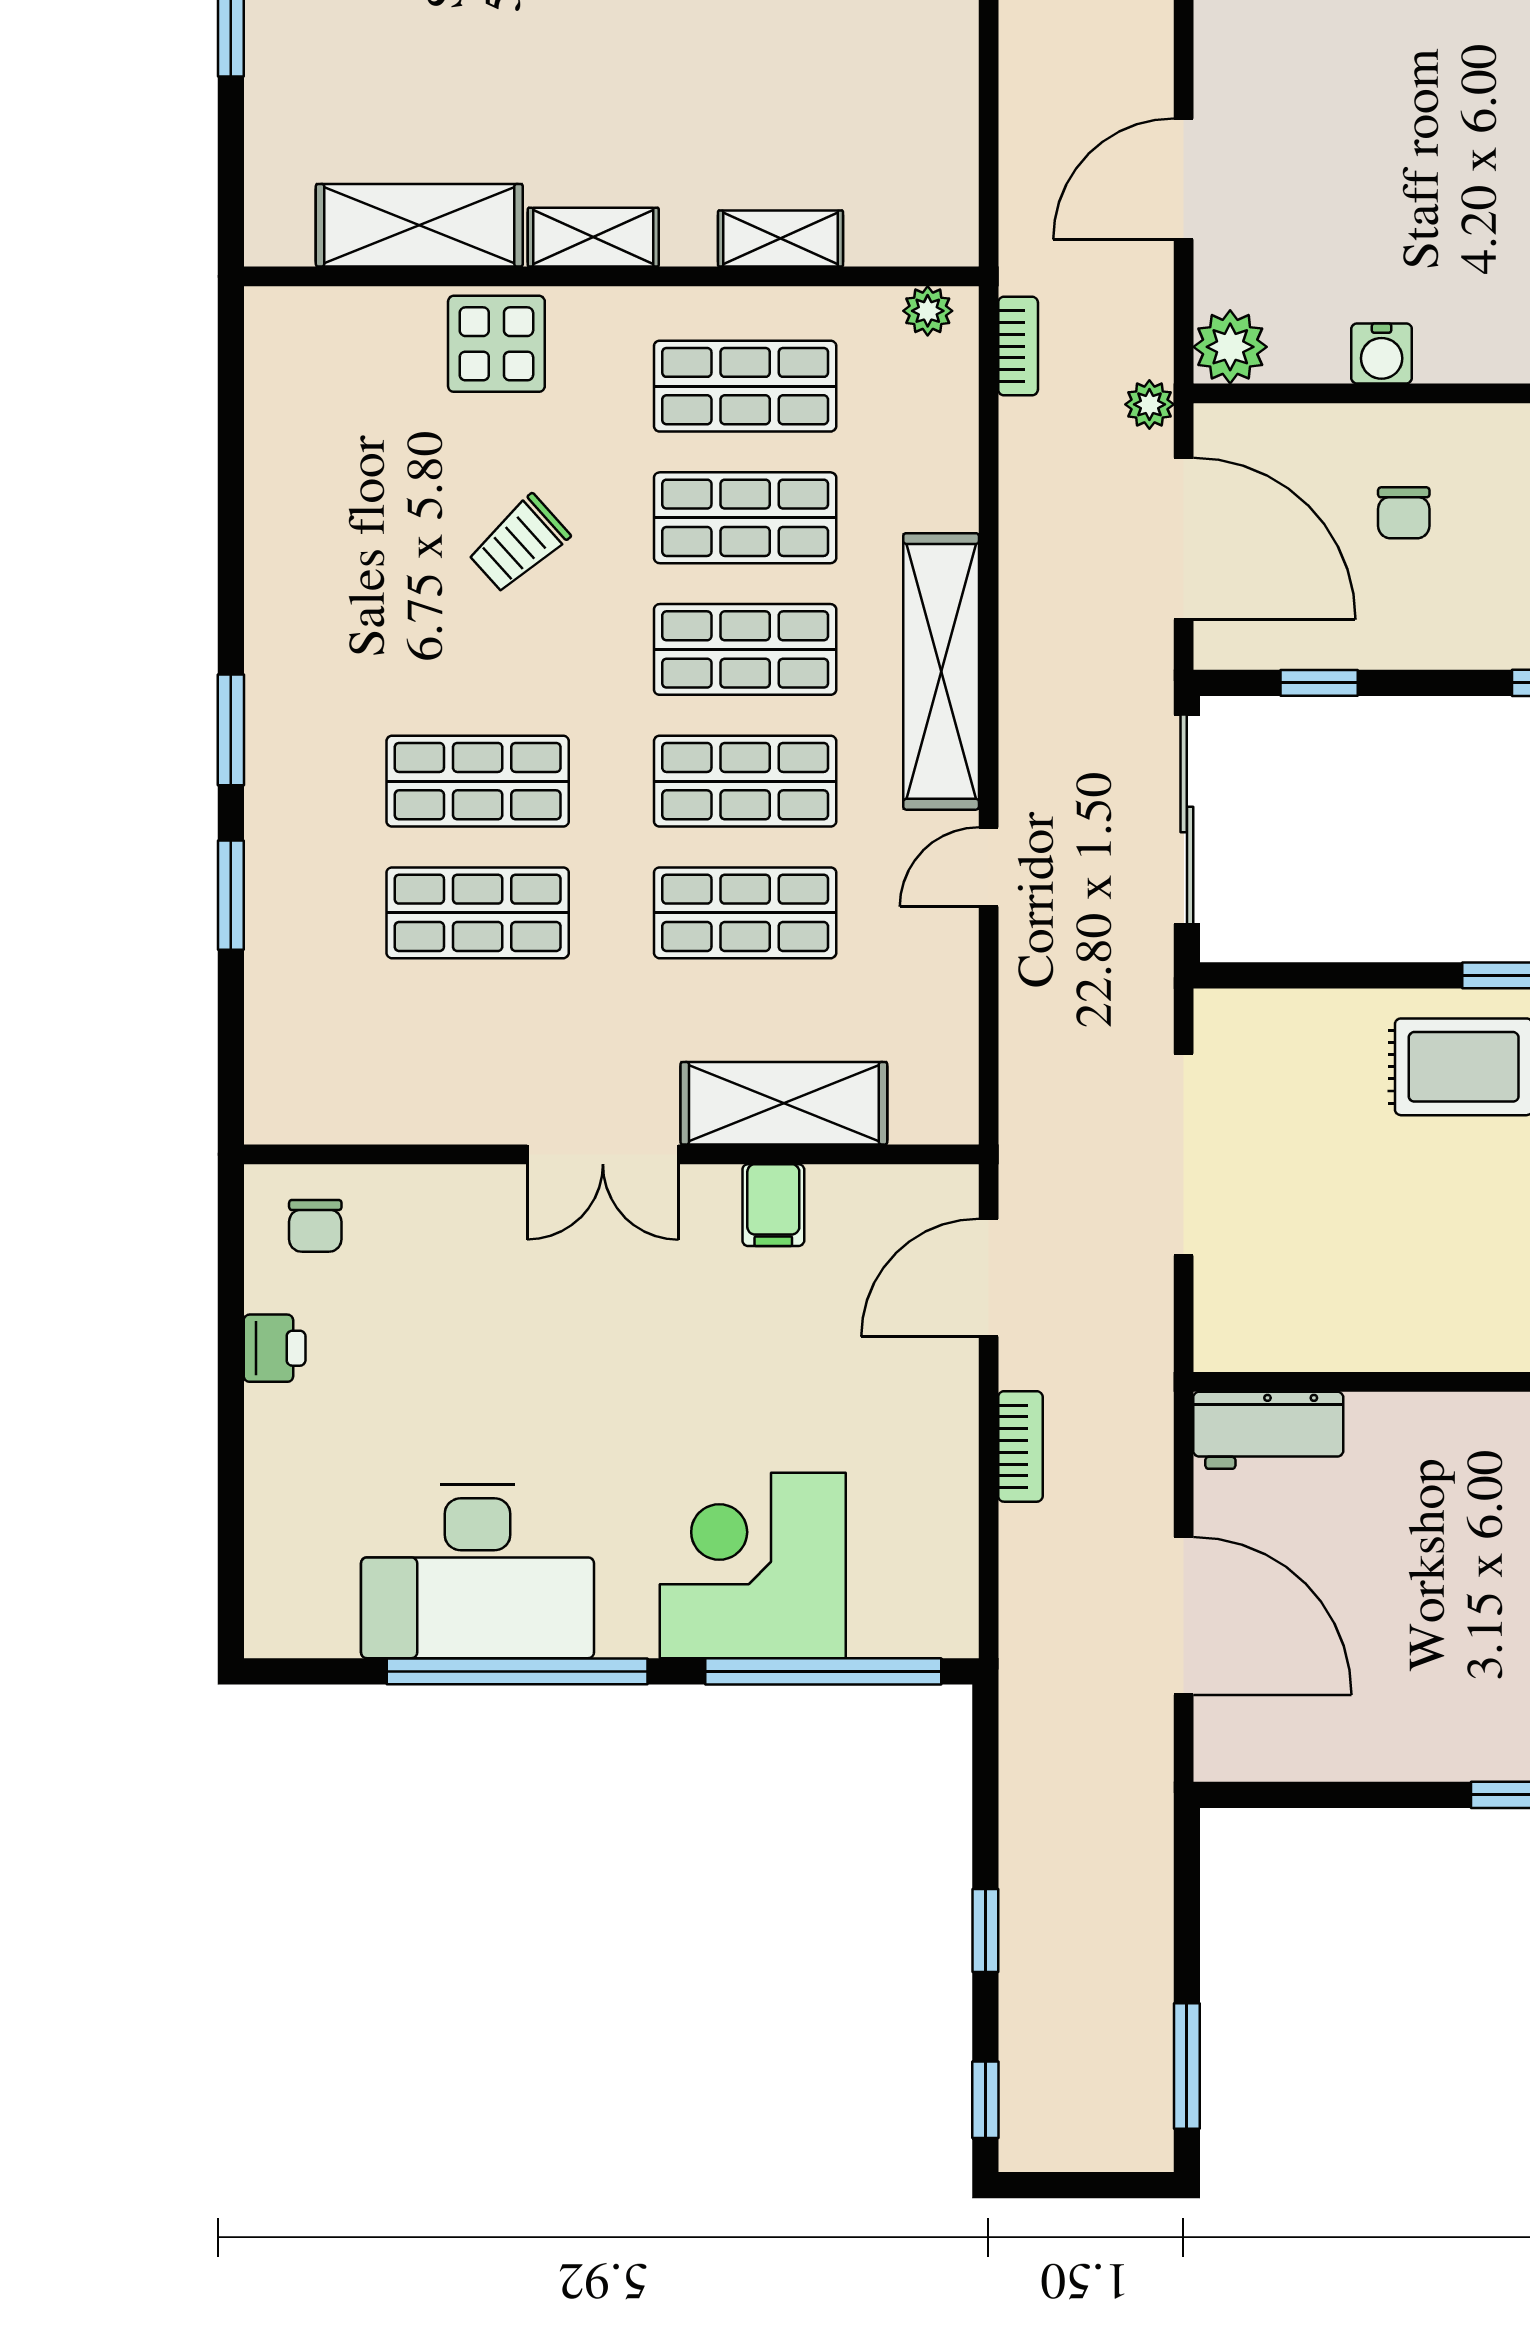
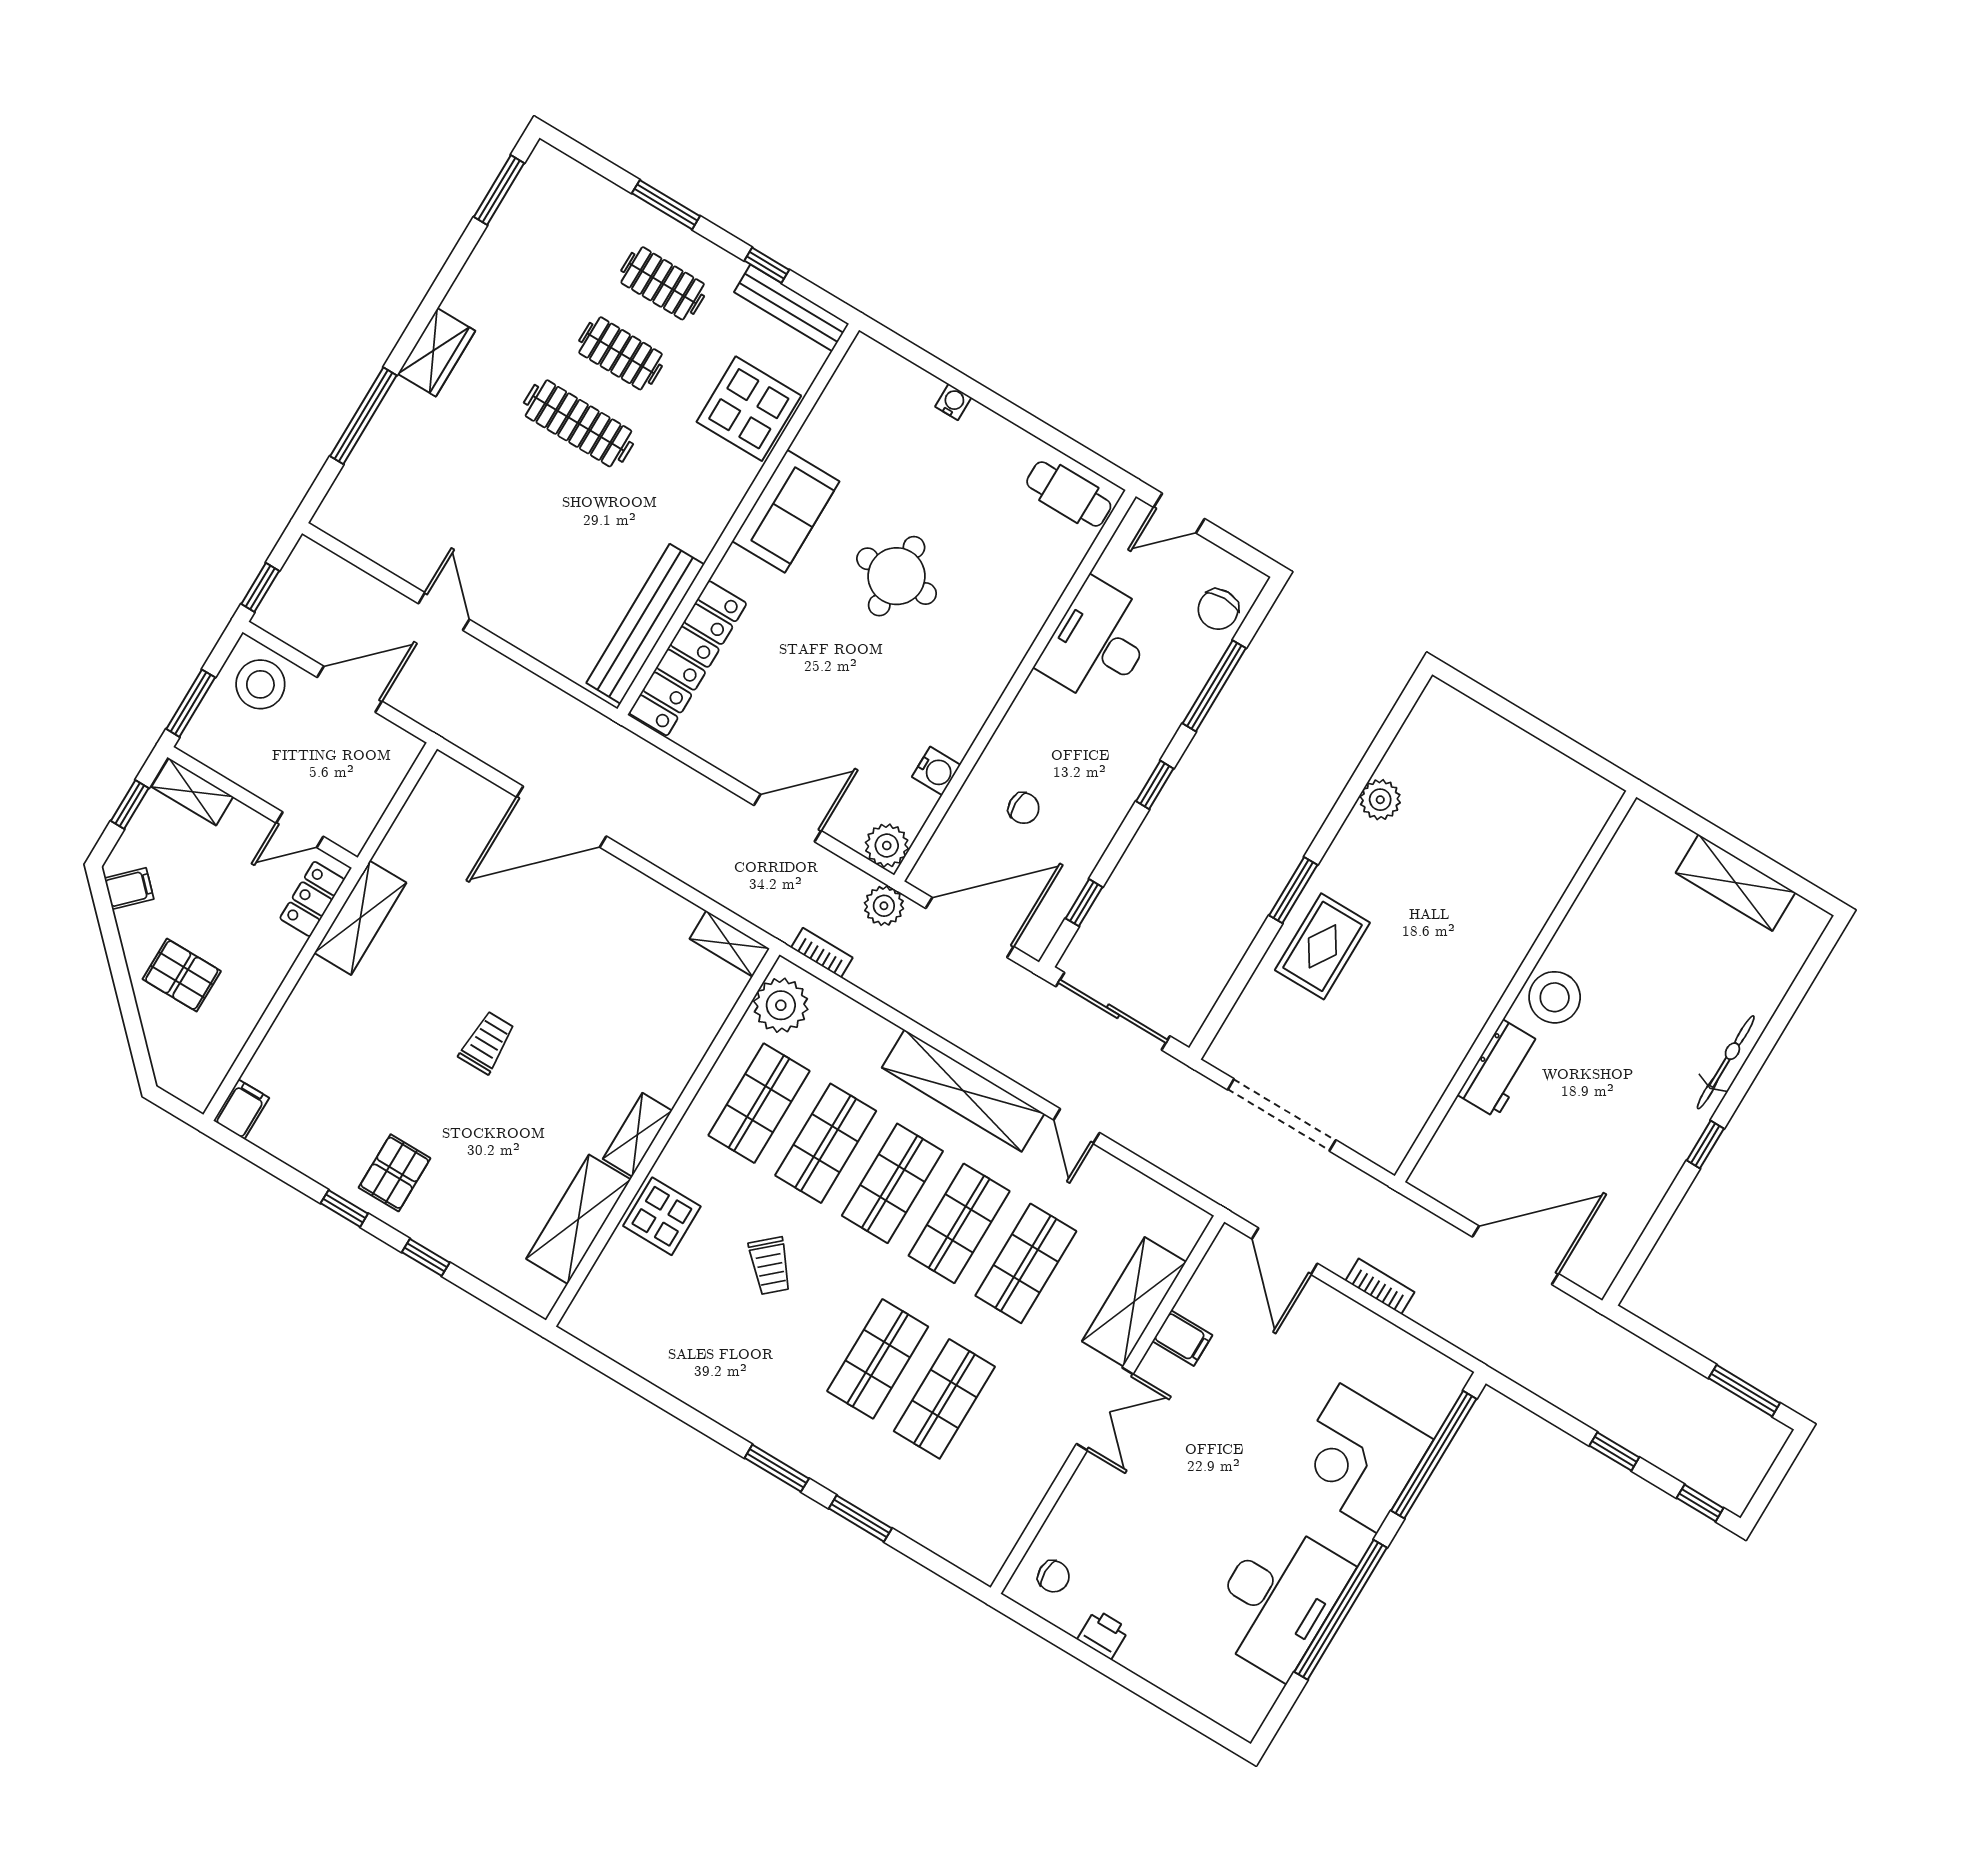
door: (1184, 179) -> (788, 818), swing flipped
shelving: (780, 238) -> (729, 944), moved, turned 90
plant: (928, 311) -> (781, 1005), width x1.88, depth x1.88
plant: (1149, 404) -> (884, 906), width x1.38, depth x1.38
workbench: (1268, 1430) -> (1500, 1069), moved

